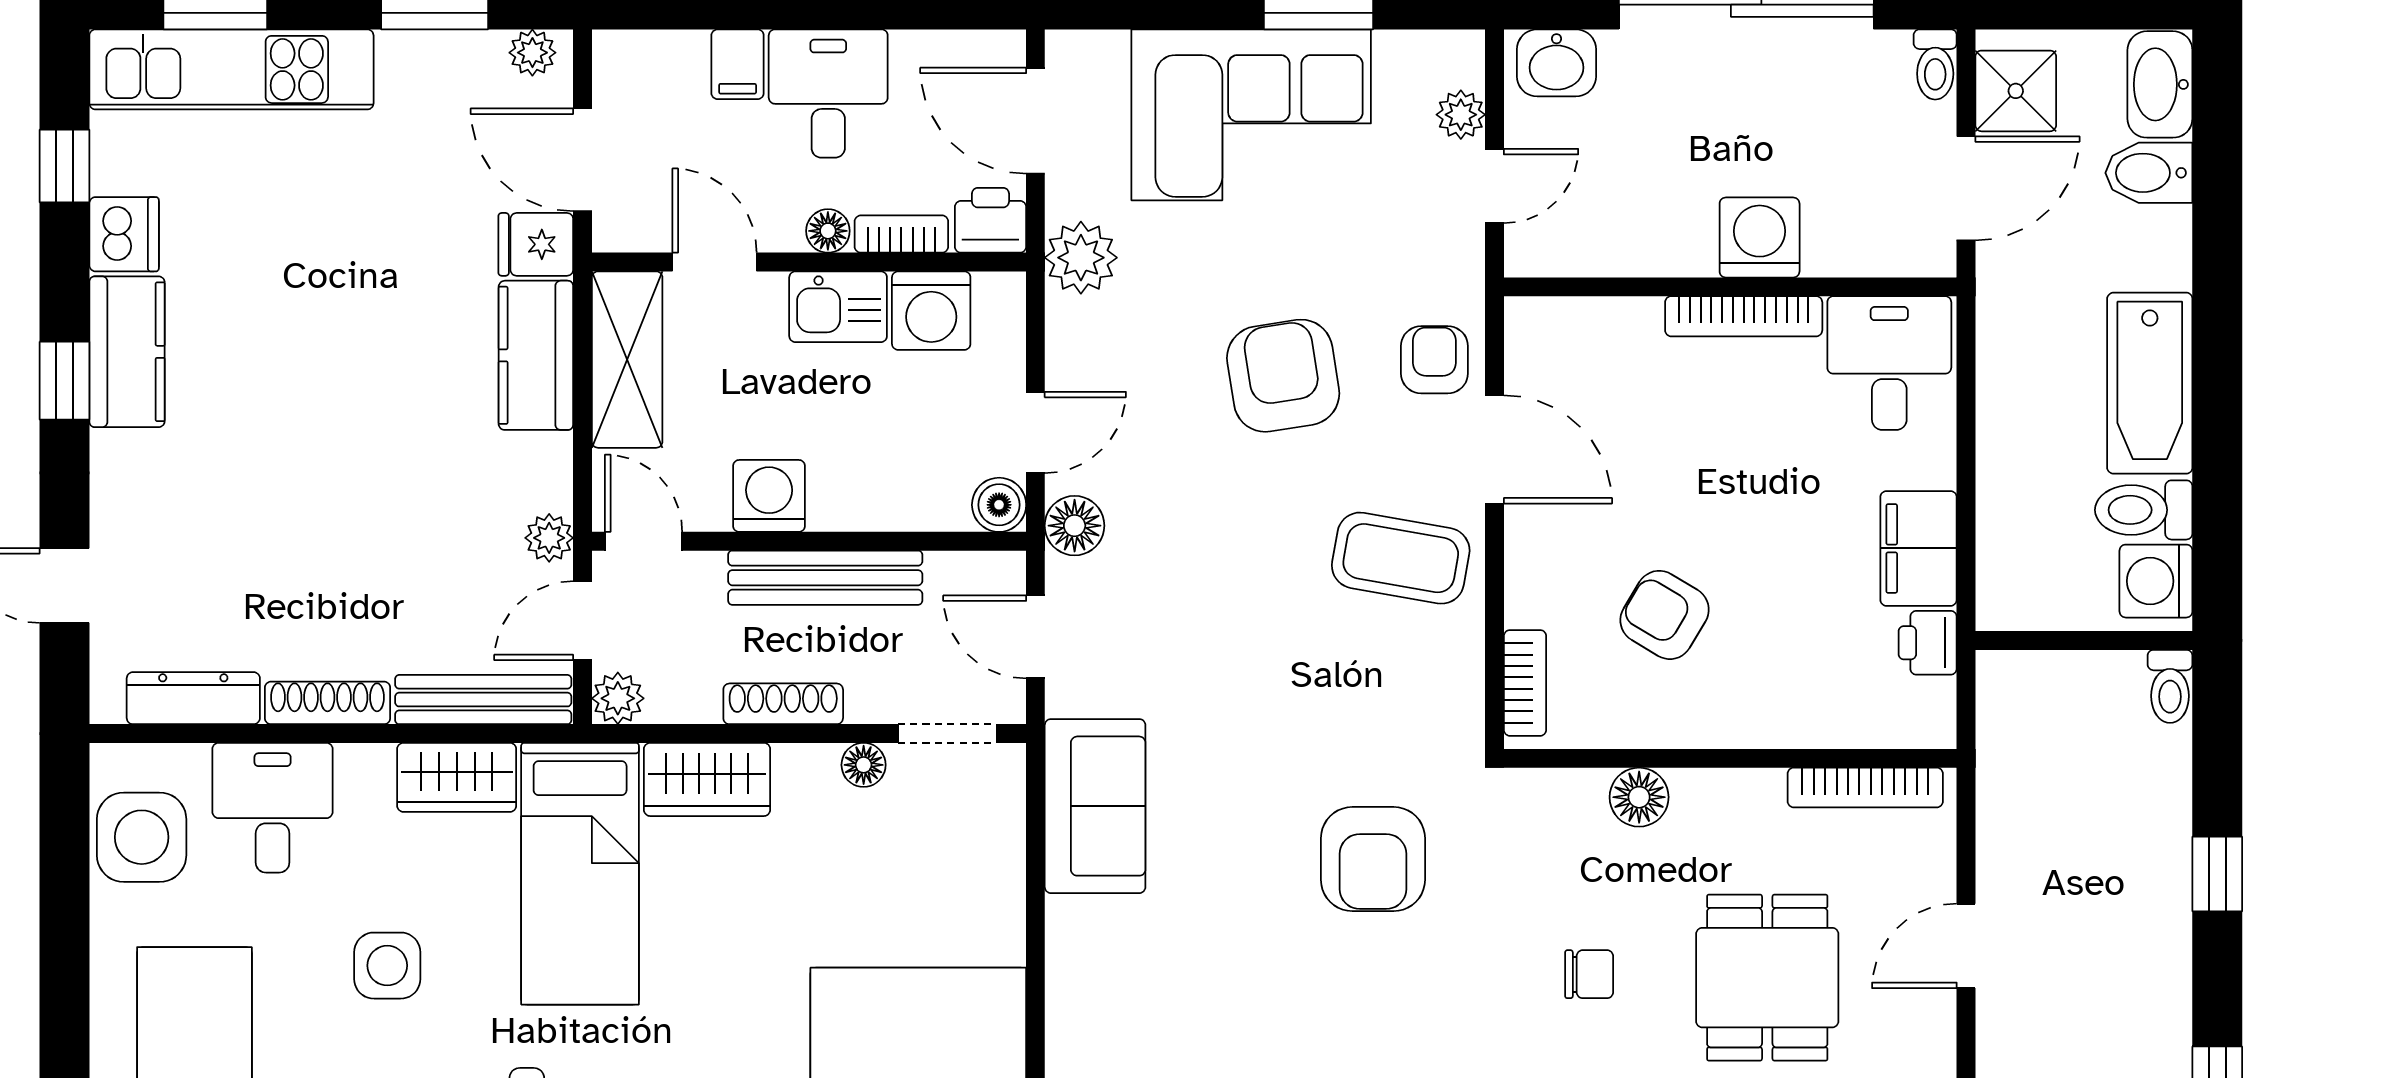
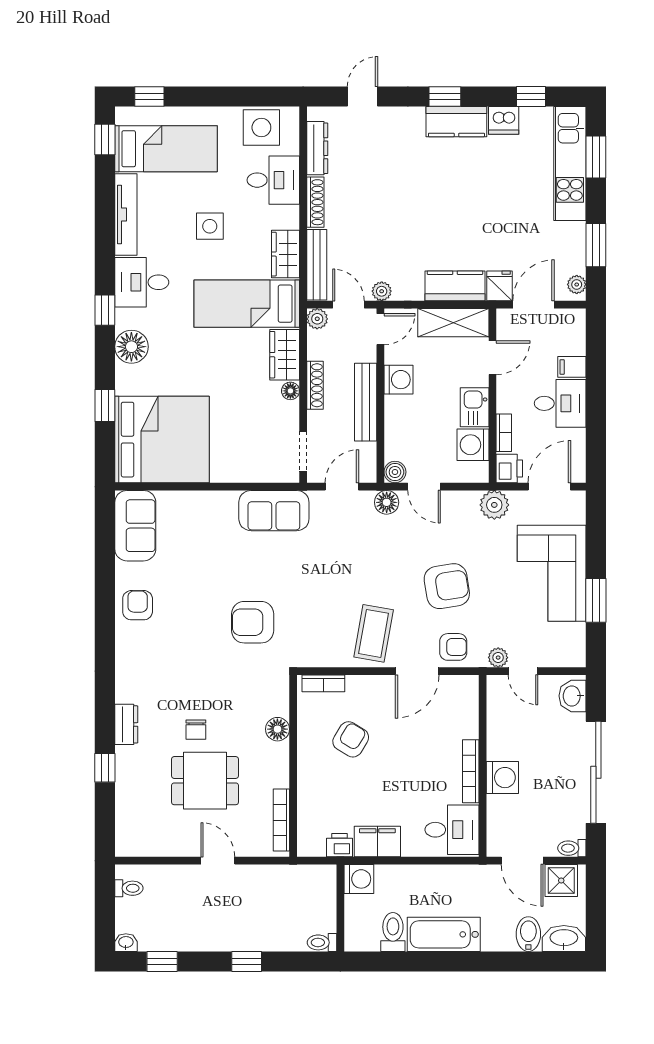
plant: (1461, 115) -> (498, 658), moved
floor lamp: (828, 231) -> (505, 403), removed
washing machine: (2156, 581) -> (359, 879), moved, turned 90
floor lamp: (864, 765) -> (290, 391), moved
chair: (1589, 974) -> (196, 730), moved

